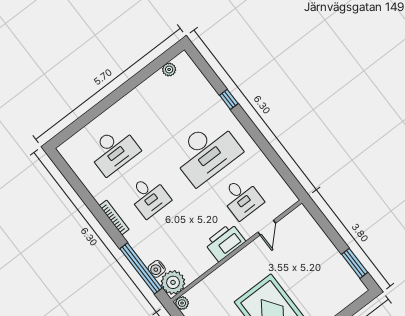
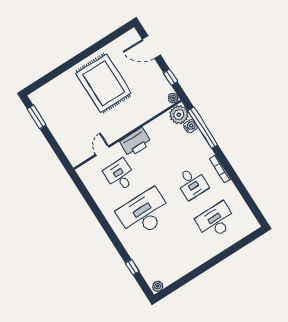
plant: (169, 70) -> (158, 286), moved
window: (229, 99) -> (132, 267), moved
desk: (149, 196) -> (192, 183), turned 180

